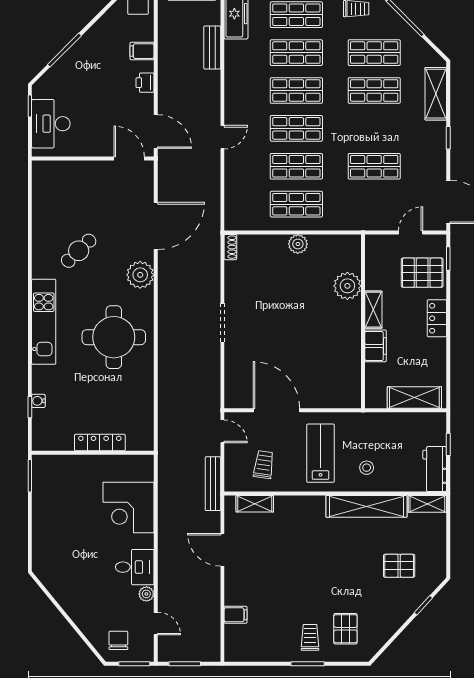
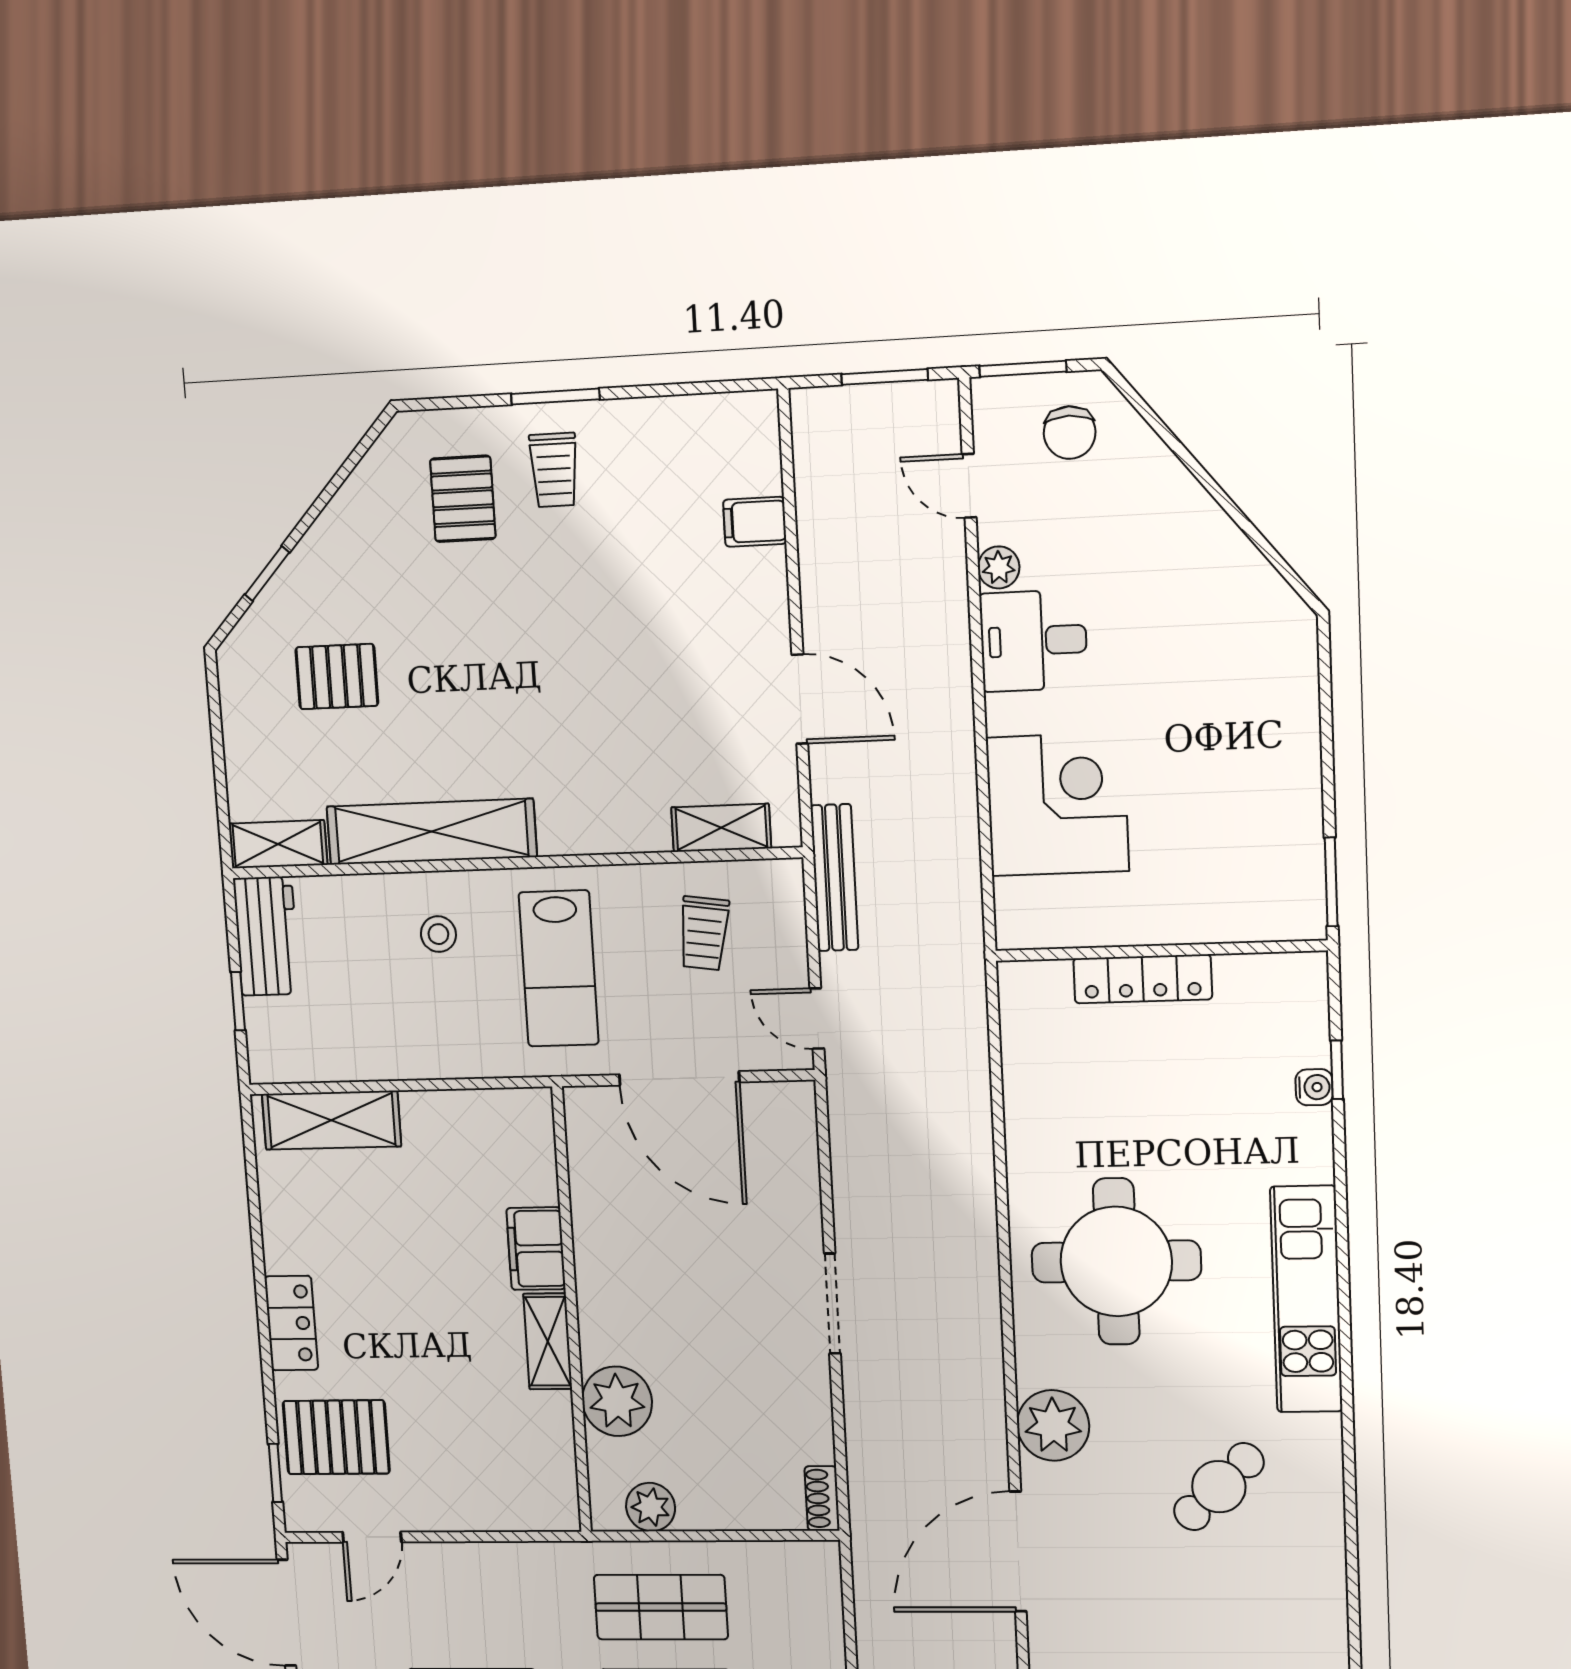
plant: (347, 286) -> (617, 1401), moved
shelving: (373, 310) -> (548, 1341), moved
wall: (363, 321) -> (572, 1311), moved
filing cabinet: (376, 346) -> (536, 1249), moved

